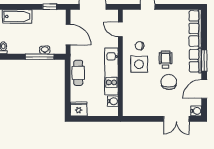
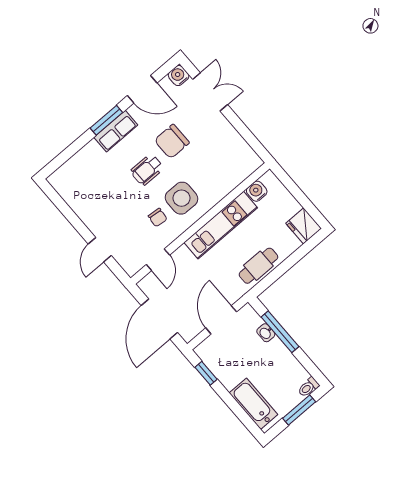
row of seats: (195, 28) -> (75, 166), removed

